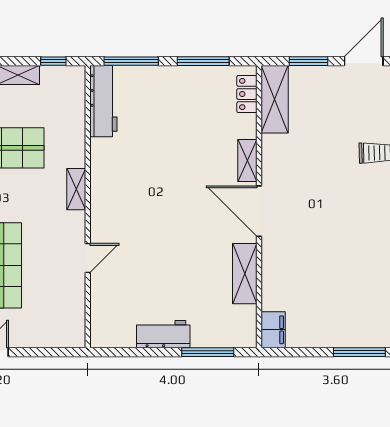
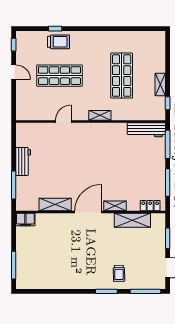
shelving: (275, 99) -> (132, 220), moved
door: (88, 258) -> (63, 121), swing flipped

